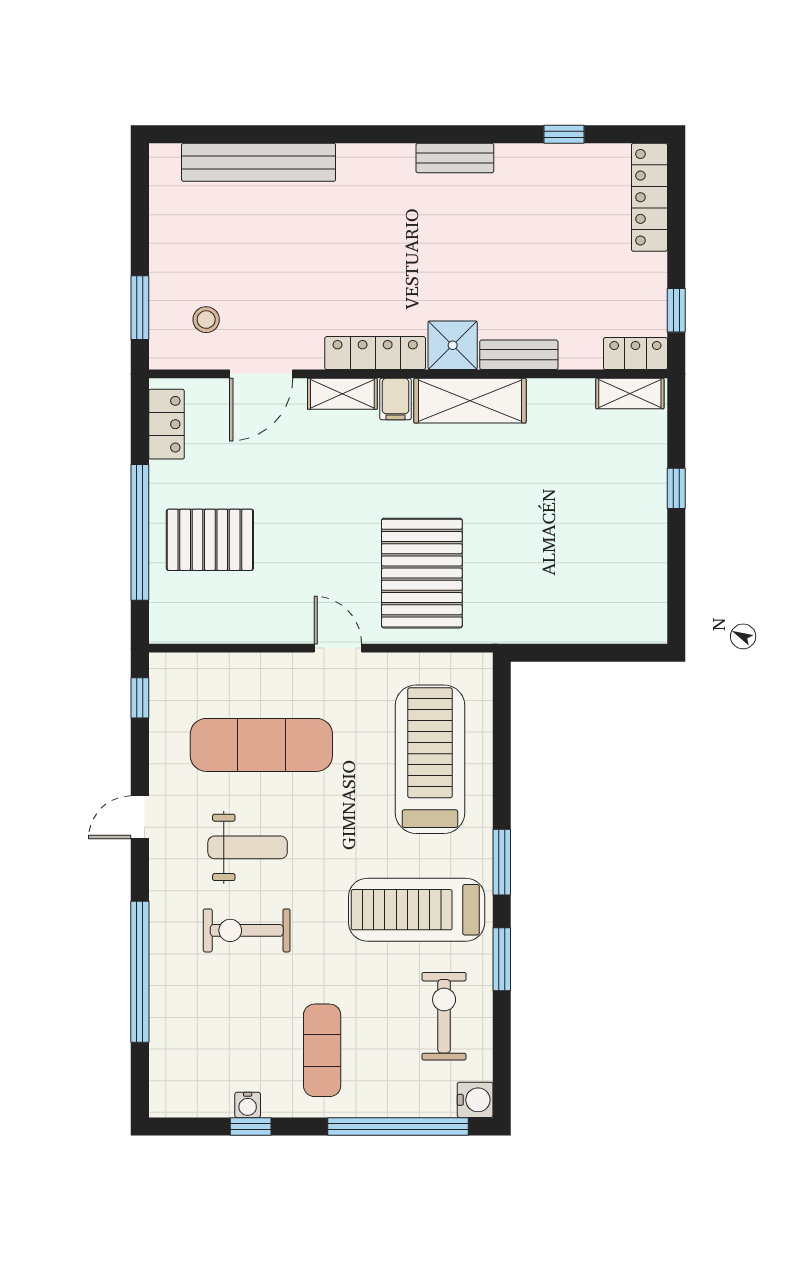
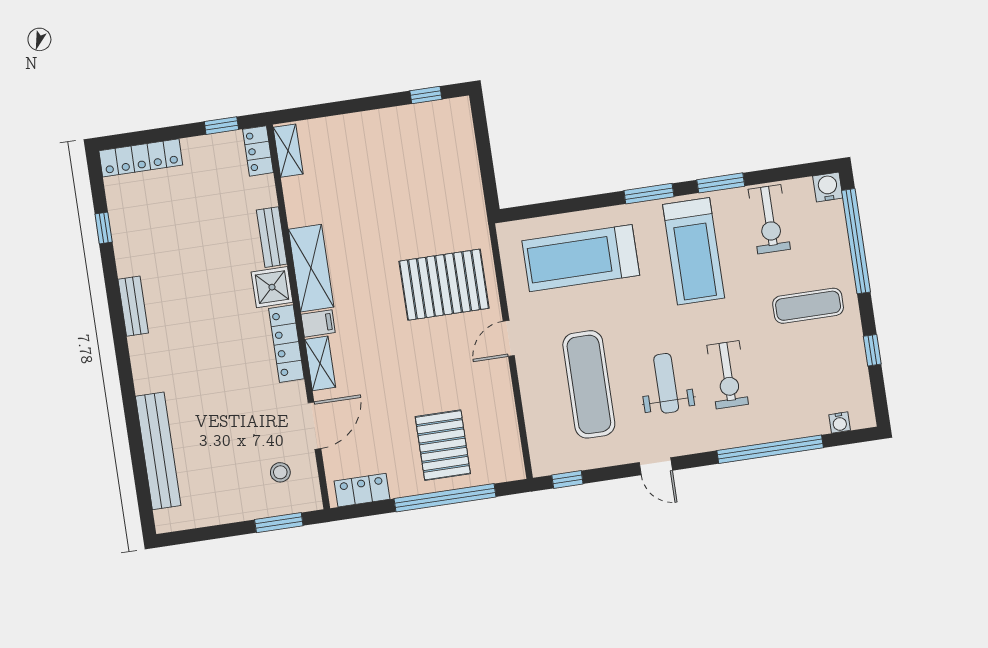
door: (261, 374) -> (314, 426), hinge flipped
window: (676, 488) -> (426, 95), moved
exercise bike: (444, 1016) -> (769, 219), turned -90
water cooler: (248, 1105) -> (840, 423), moved, turned 90

